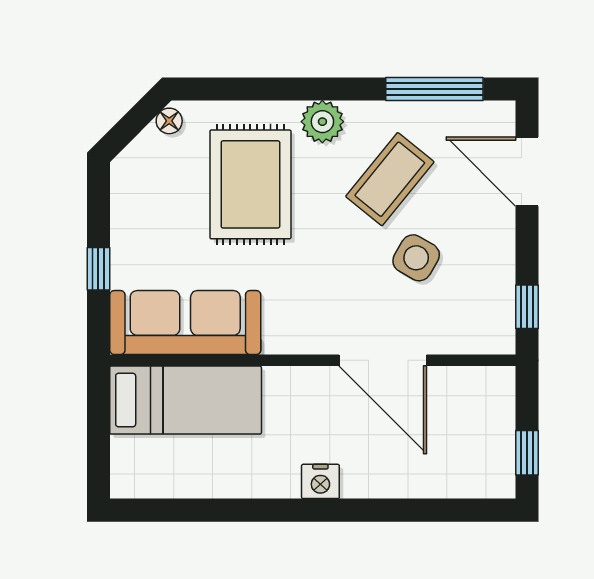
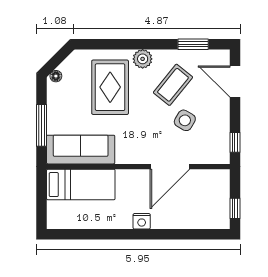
window: (434, 89) -> (193, 44), width x0.69
floor lamp: (169, 121) -> (56, 76), moved
window: (98, 269) -> (41, 125), width x2.17
door: (383, 360) -> (170, 167), hinge flipped

